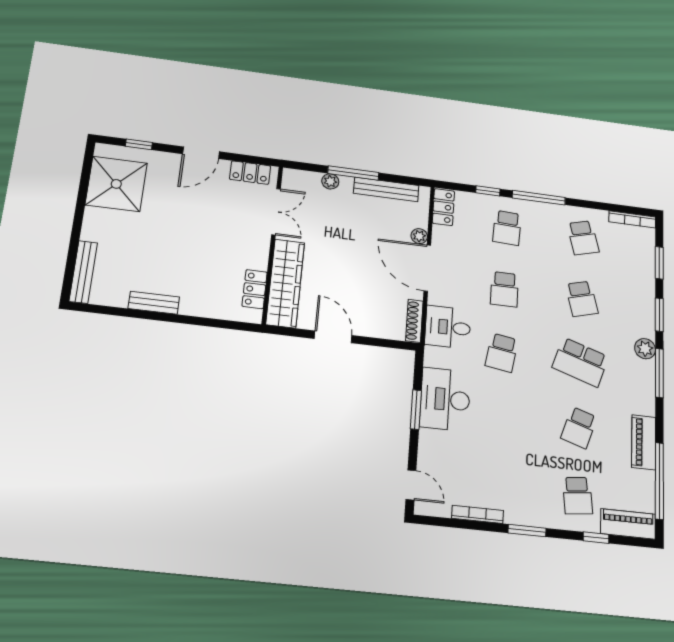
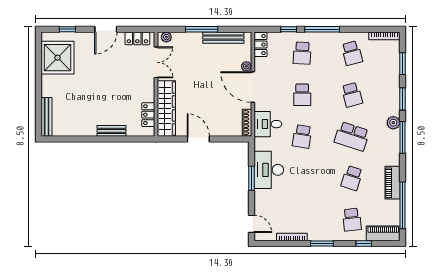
plant: (330, 181) -> (166, 37), moved
bench: (154, 303) -> (112, 131), moved

